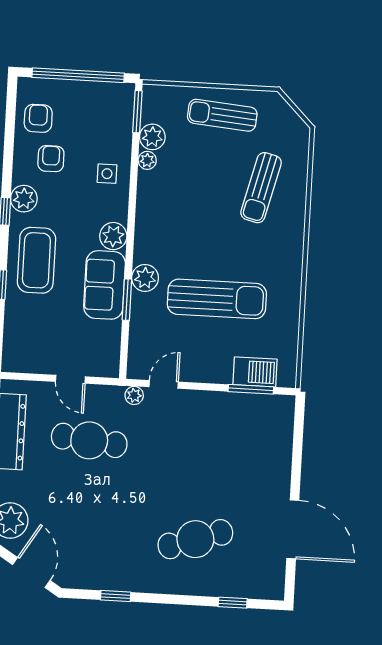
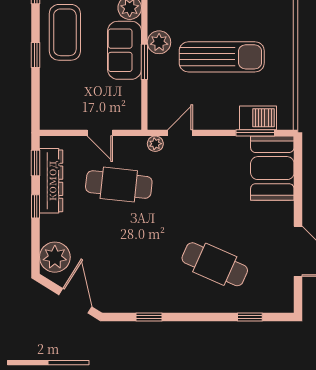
booth: (268, 431) -> (272, 168), added
cafe table: (195, 539) -> (215, 264), turned 42

